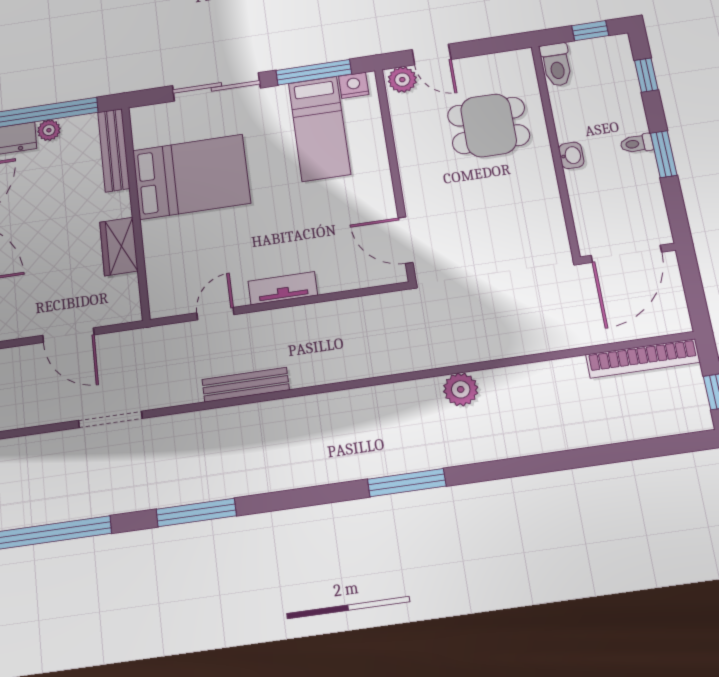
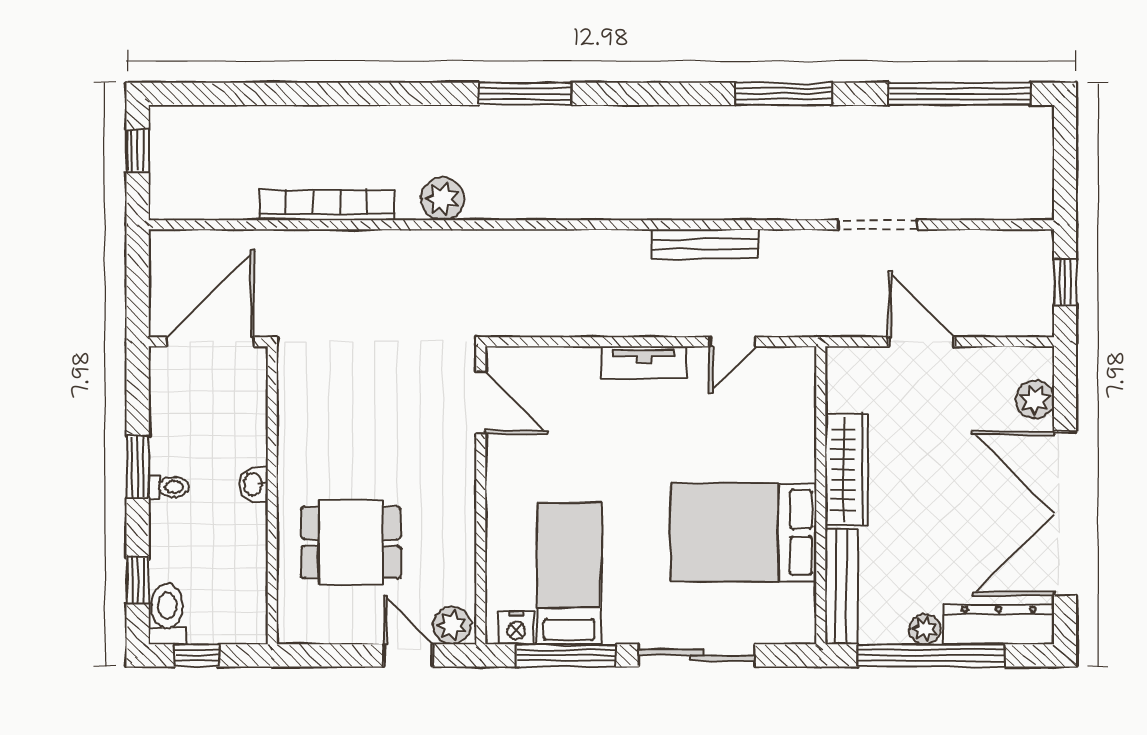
toilet: (556, 65) -> (167, 614), moved
wardrobe: (119, 246) -> (847, 470), width x1.50
bookcase: (643, 358) -> (327, 205), moved

